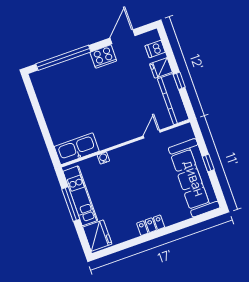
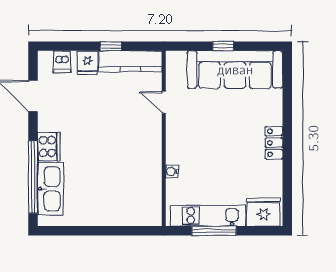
cooker: (103, 57) -> (49, 147), moved
kitchen sink: (77, 149) -> (50, 189), moved, turned 180

